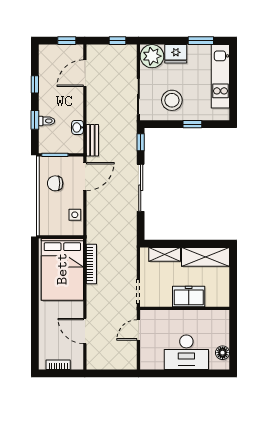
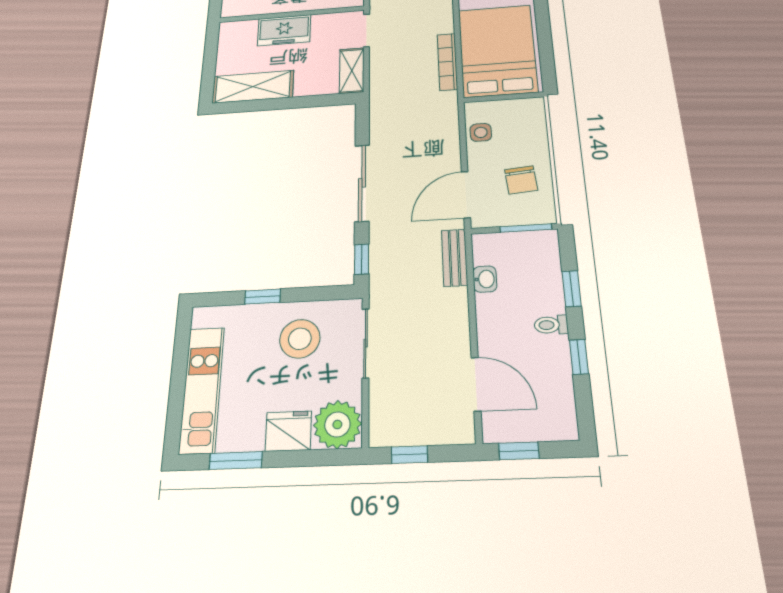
door: (85, 73) -> (476, 384), hinge flipped
toilet: (47, 121) -> (551, 325), moved
chair: (55, 183) -> (521, 180), turned 85
shelving: (165, 254) -> (352, 71), moved, turned 90

